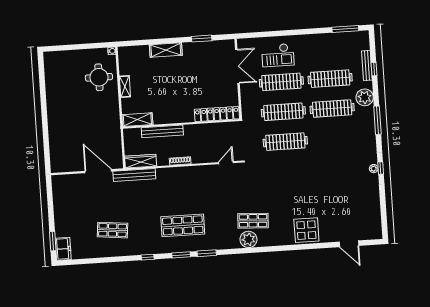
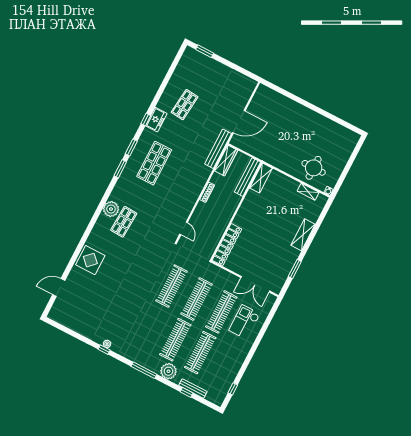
window: (345, 29) -> (233, 389), width x0.46
shelving: (125, 86) -> (308, 192), moved
bench: (162, 131) -> (247, 177), moved
freezer: (63, 249) -> (156, 120), moved, turned -90

